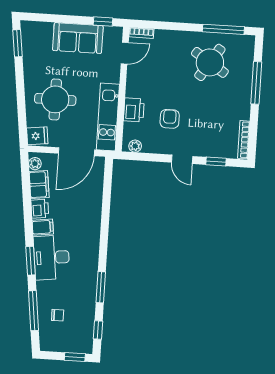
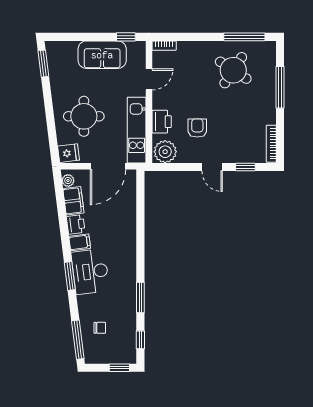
door: (125, 53) -> (149, 79), moved
plant: (135, 146) -> (165, 152), width x1.87, depth x1.87
window: (33, 311) -> (78, 340), moved

